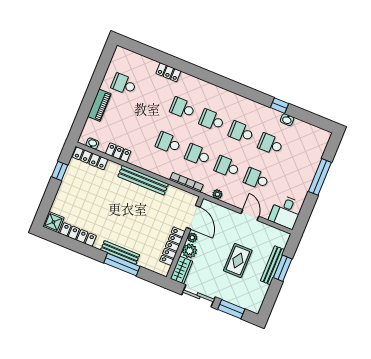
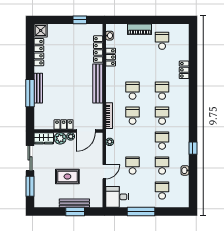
window: (280, 106) -> (193, 148), moved
locker: (90, 158) -> (98, 49), moved
school desk: (227, 167) -> (162, 191), moved
window: (320, 177) -> (141, 211), moved
locker: (172, 246) -> (64, 125), width x0.66

